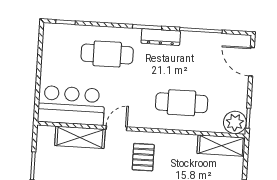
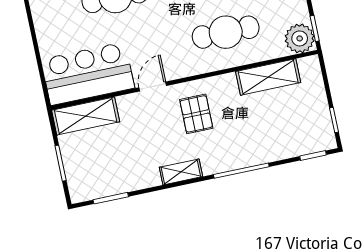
shelving: (80, 137) -> (86, 116), moved
shelving: (221, 146) -> (268, 77), moved

